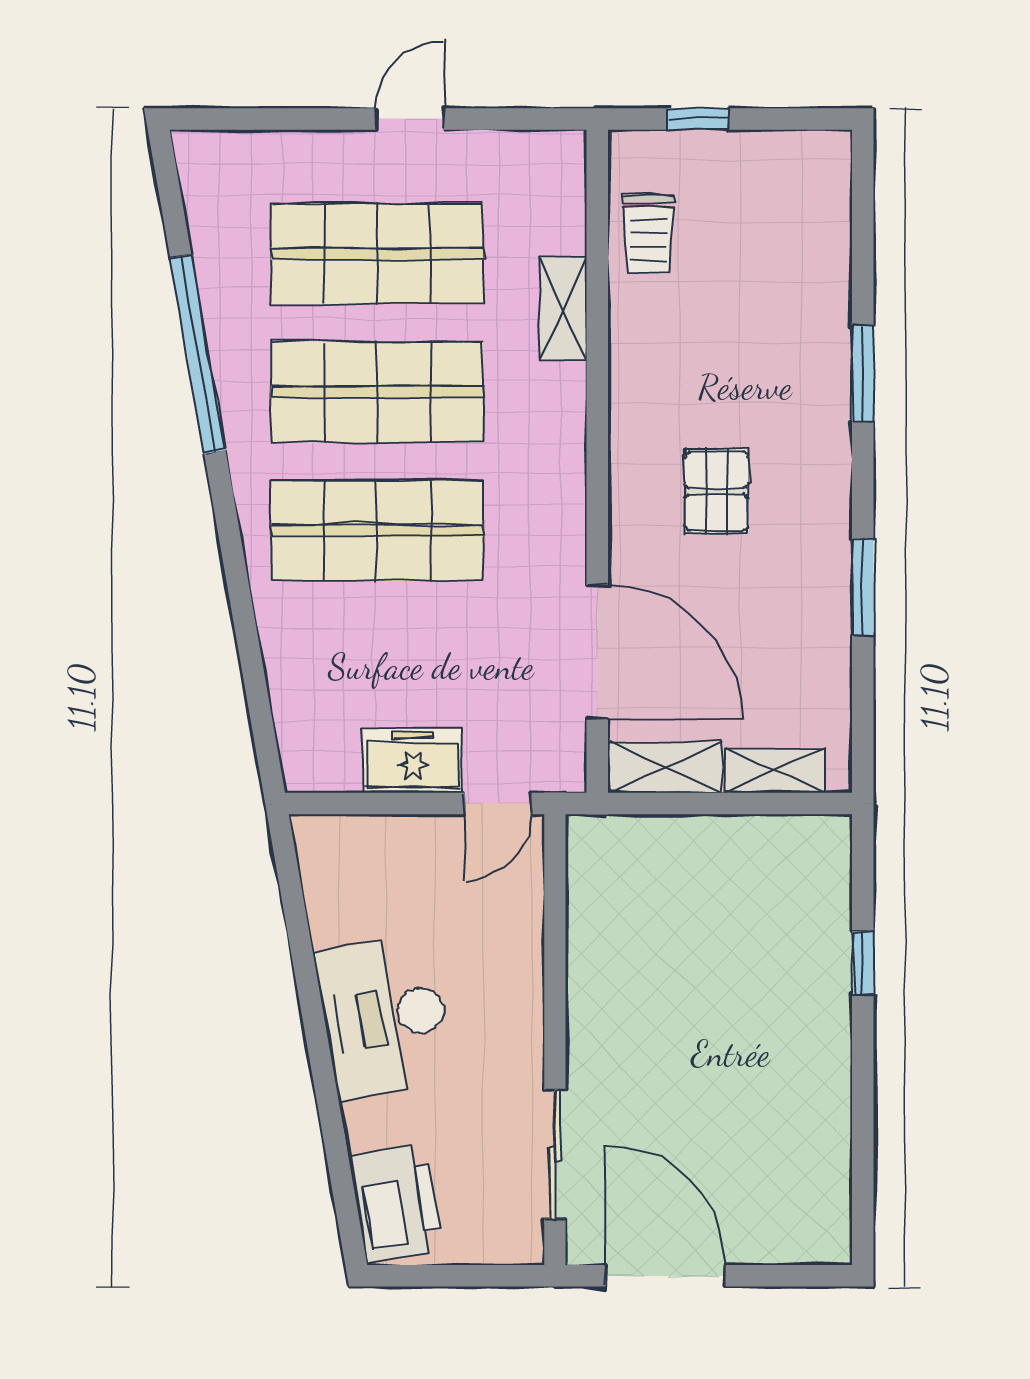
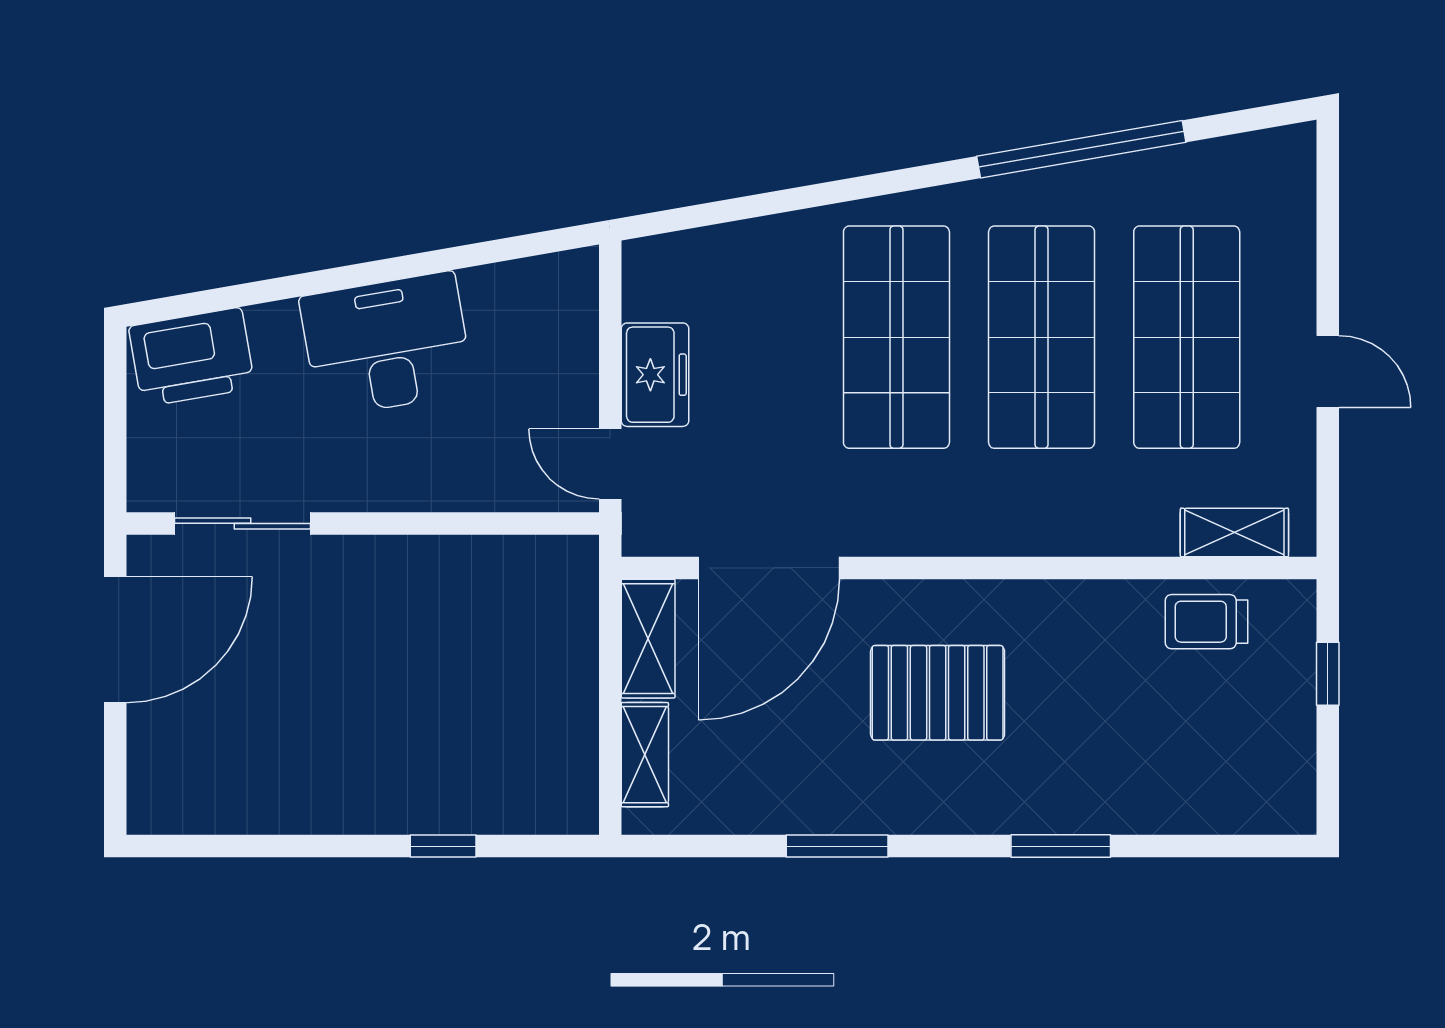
shelving: (564, 308) -> (1234, 533), moved
pallet: (716, 491) -> (938, 693), width x1.50, depth x1.42

